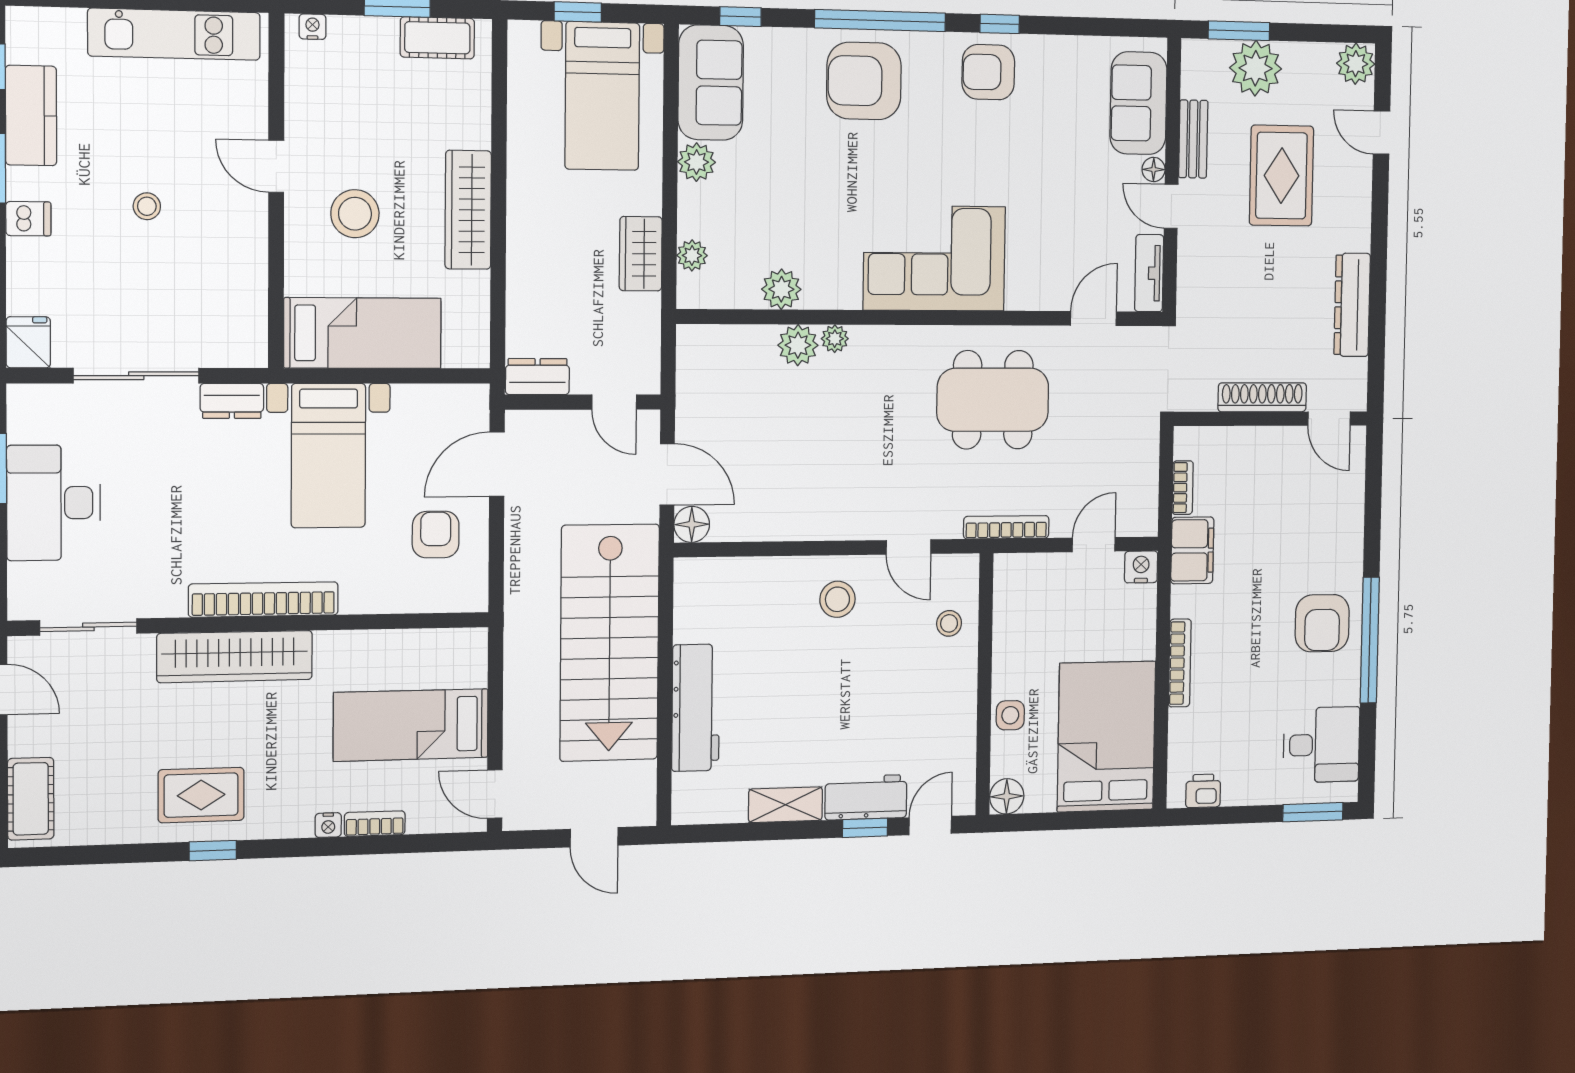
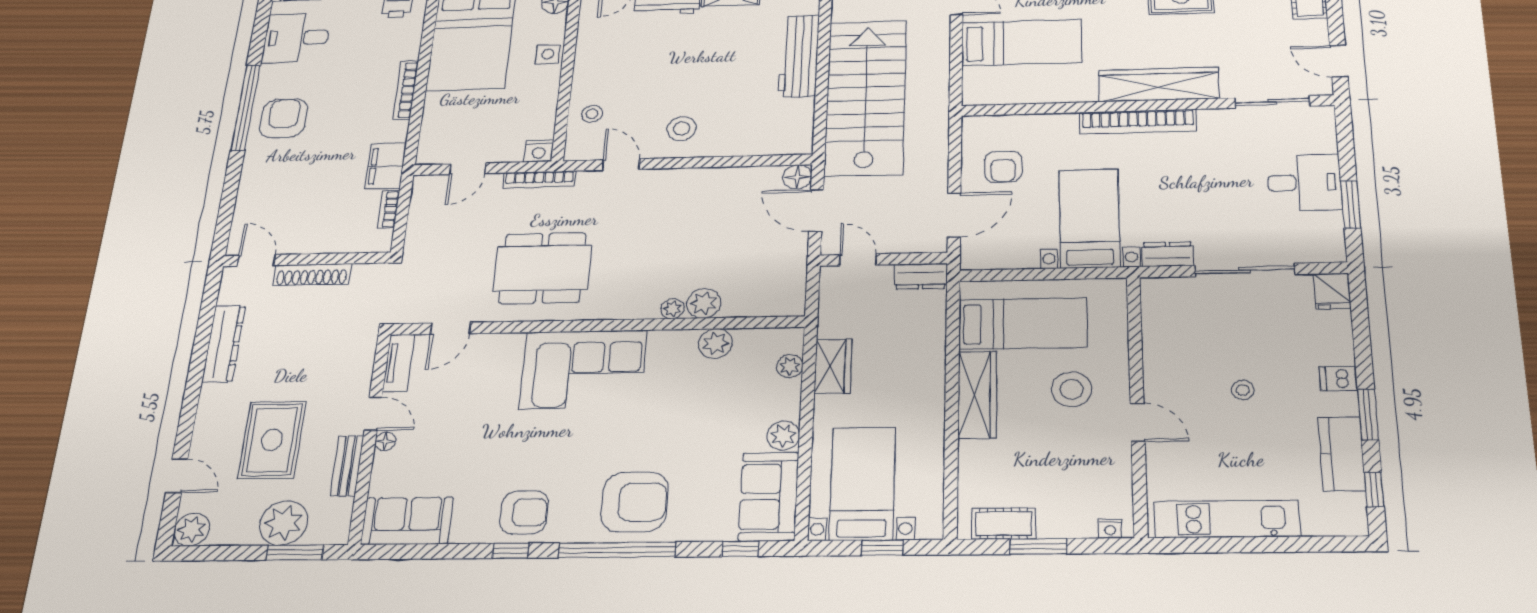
sofa: (1138, 103) -> (407, 521), moved, turned -90
bed: (363, 333) -> (1023, 323), moved, turned 180
desk: (54, 503) -> (1304, 183), width x0.73
nightstand: (1141, 567) -> (539, 151), moved

